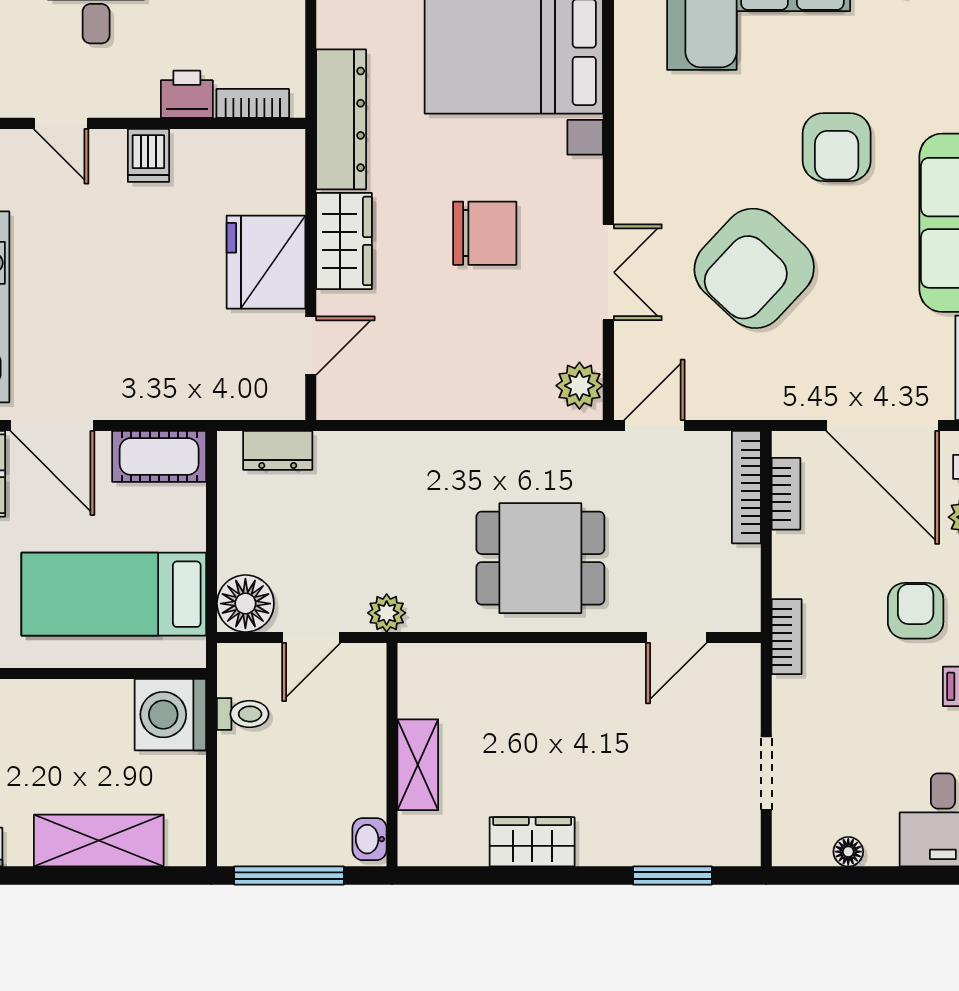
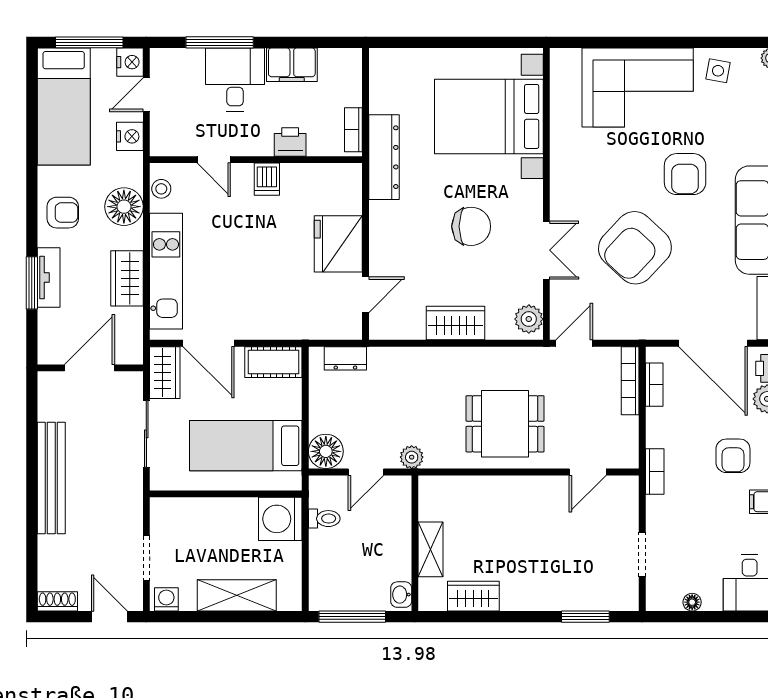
bookcase: (253, 103) -> (353, 130), moved, turned -90
wardrobe: (344, 241) -> (456, 323), moved, turned -90
armchair: (916, 611) -> (733, 456), turned 180
wardrobe: (532, 842) -> (473, 596), moved

